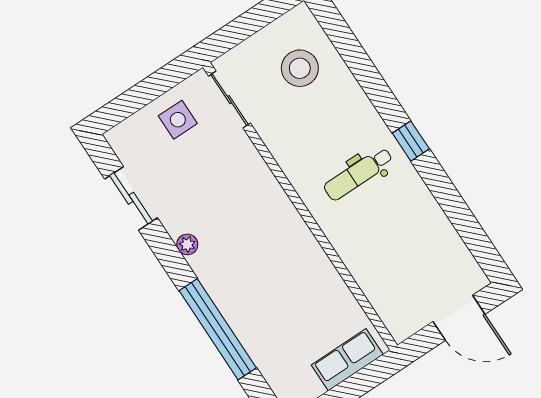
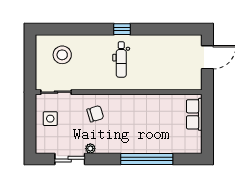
chair: (237, 191) -> (95, 114), added
plant: (187, 244) -> (90, 149), moved

